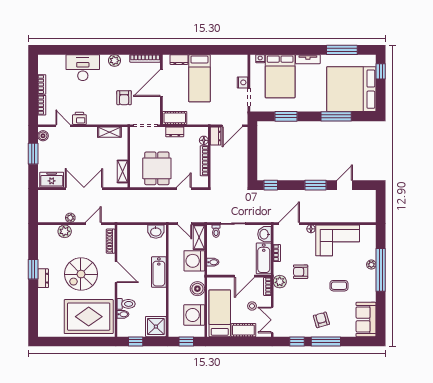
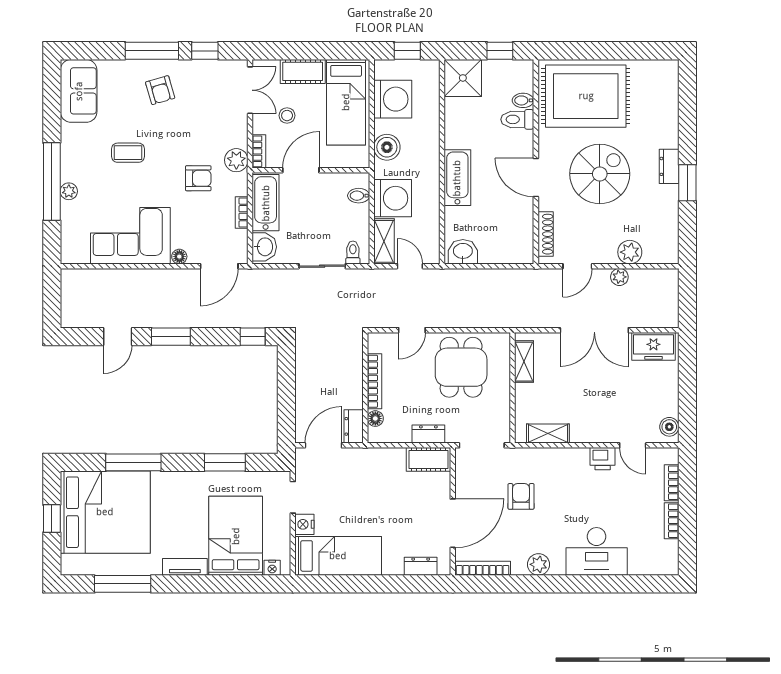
window: (381, 71) -> (52, 519), moved
bed: (199, 78) -> (338, 556), moved, turned 90
window: (33, 154) -> (687, 394), removed

